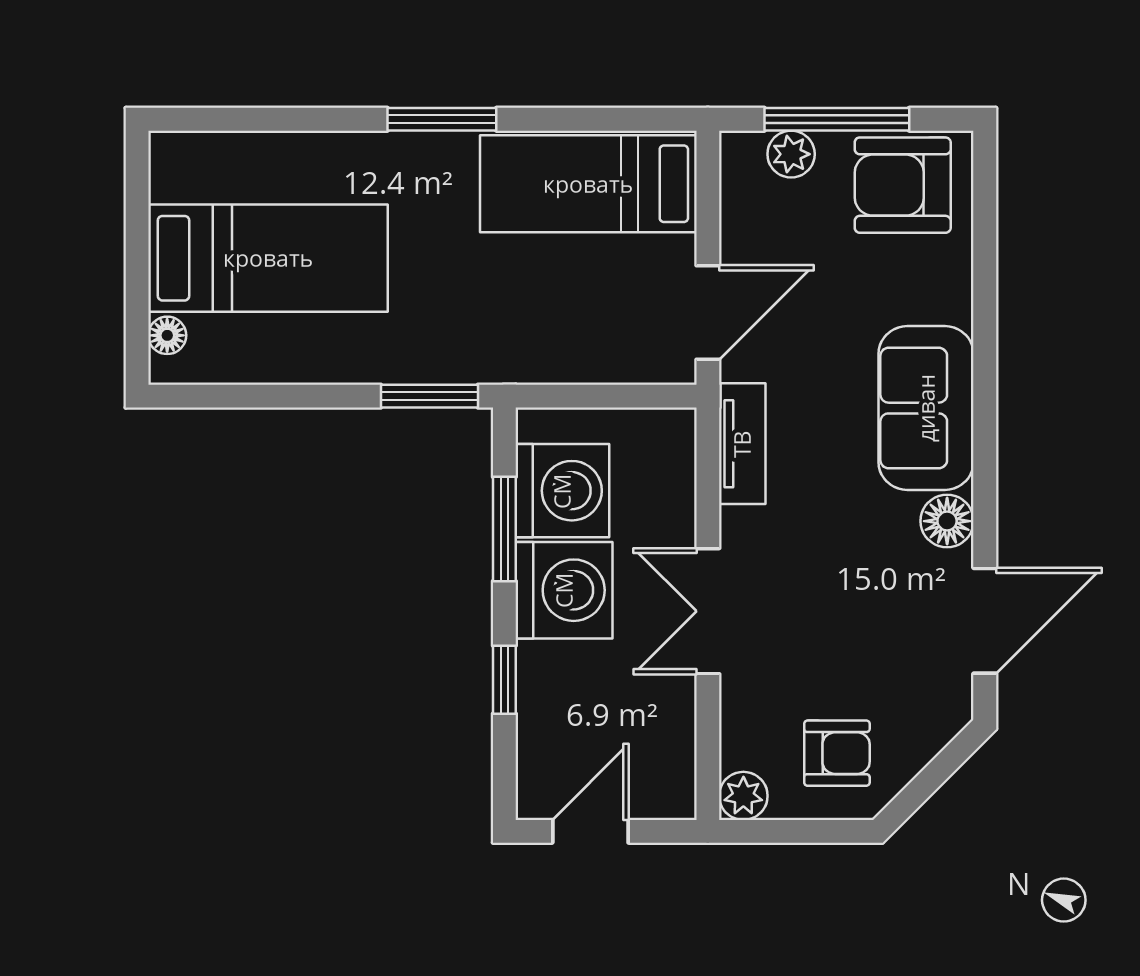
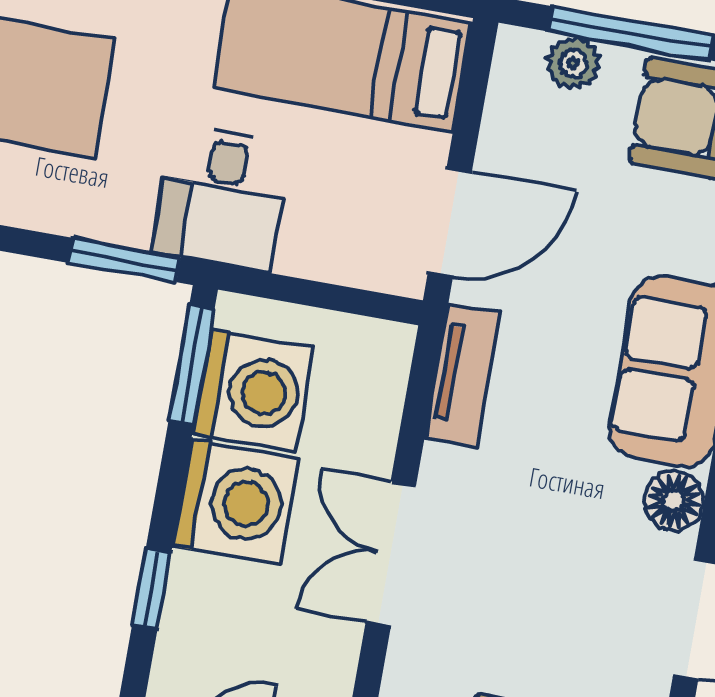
desk: (505, 327) -> (222, 198), added
window: (504, 529) -> (191, 365), moved

